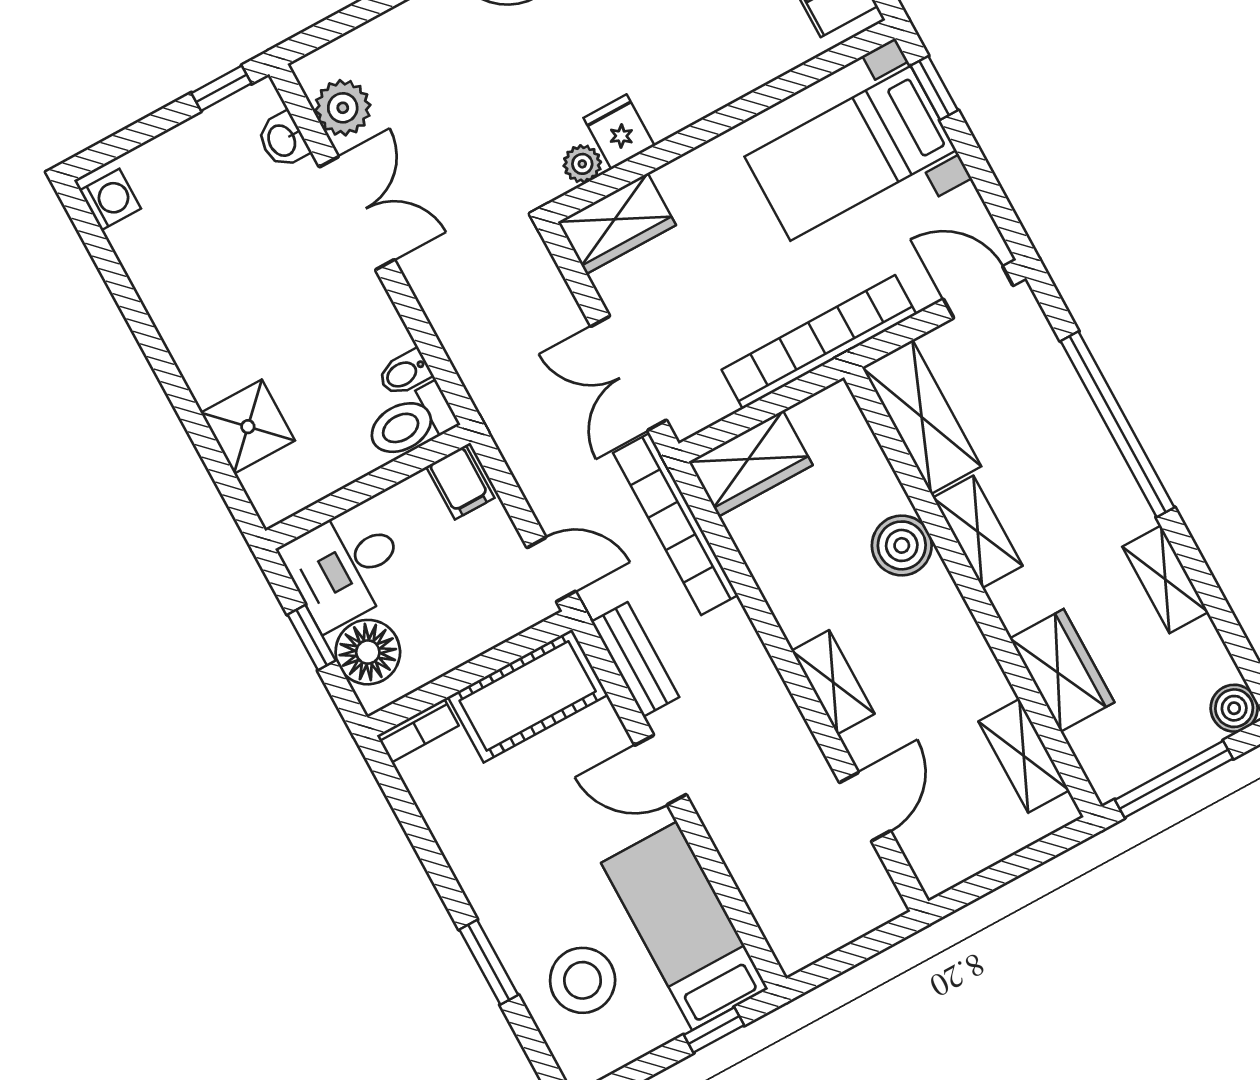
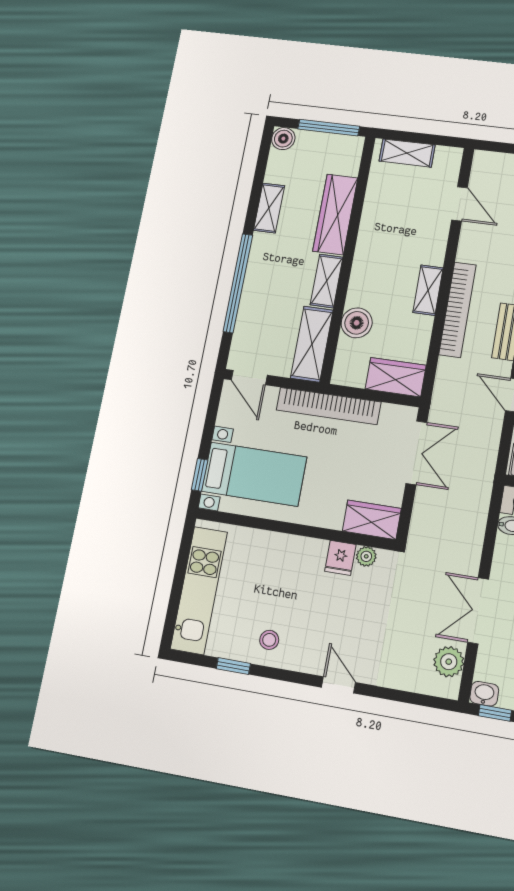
washbasin: (283, 140) -> (484, 694), moved, turned -90
bookcase: (675, 524) -> (458, 310), moved
boiler: (902, 545) -> (357, 323), moved
wardrobe: (1062, 670) -> (335, 214), width x1.50
shelving: (833, 682) -> (428, 290), moved
shelving: (1024, 756) -> (407, 153), moved, turned 90
door: (865, 807) -> (459, 204), swing flipped

